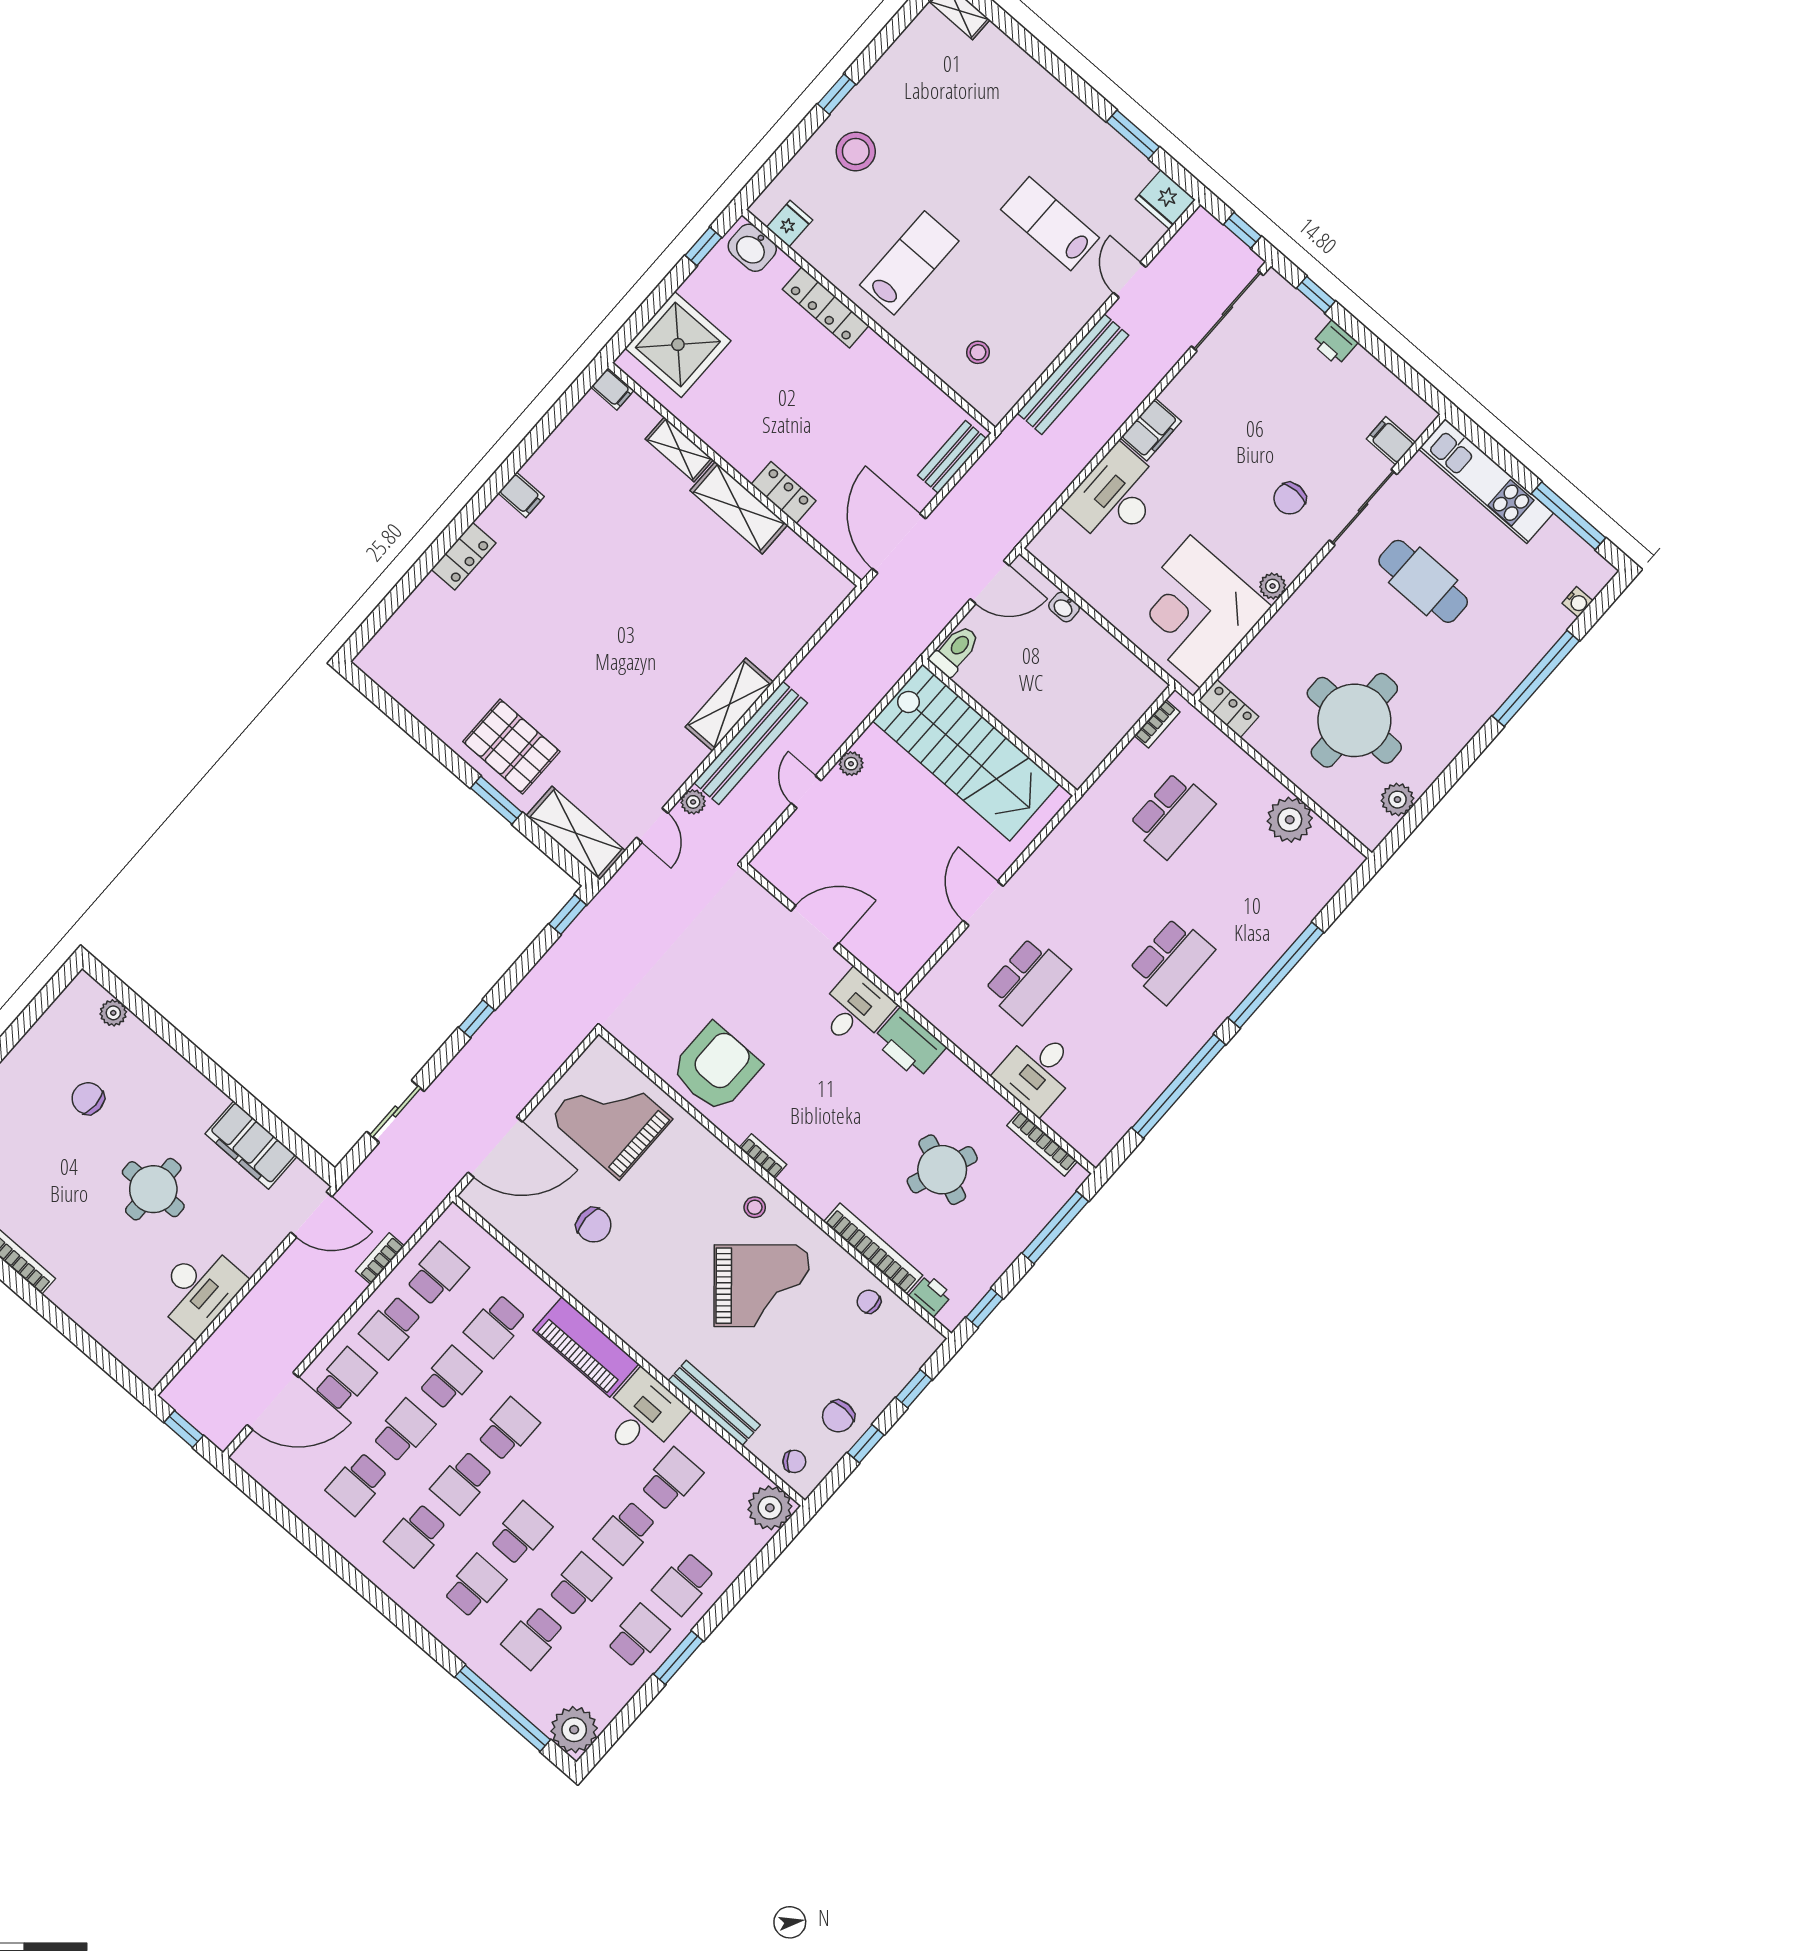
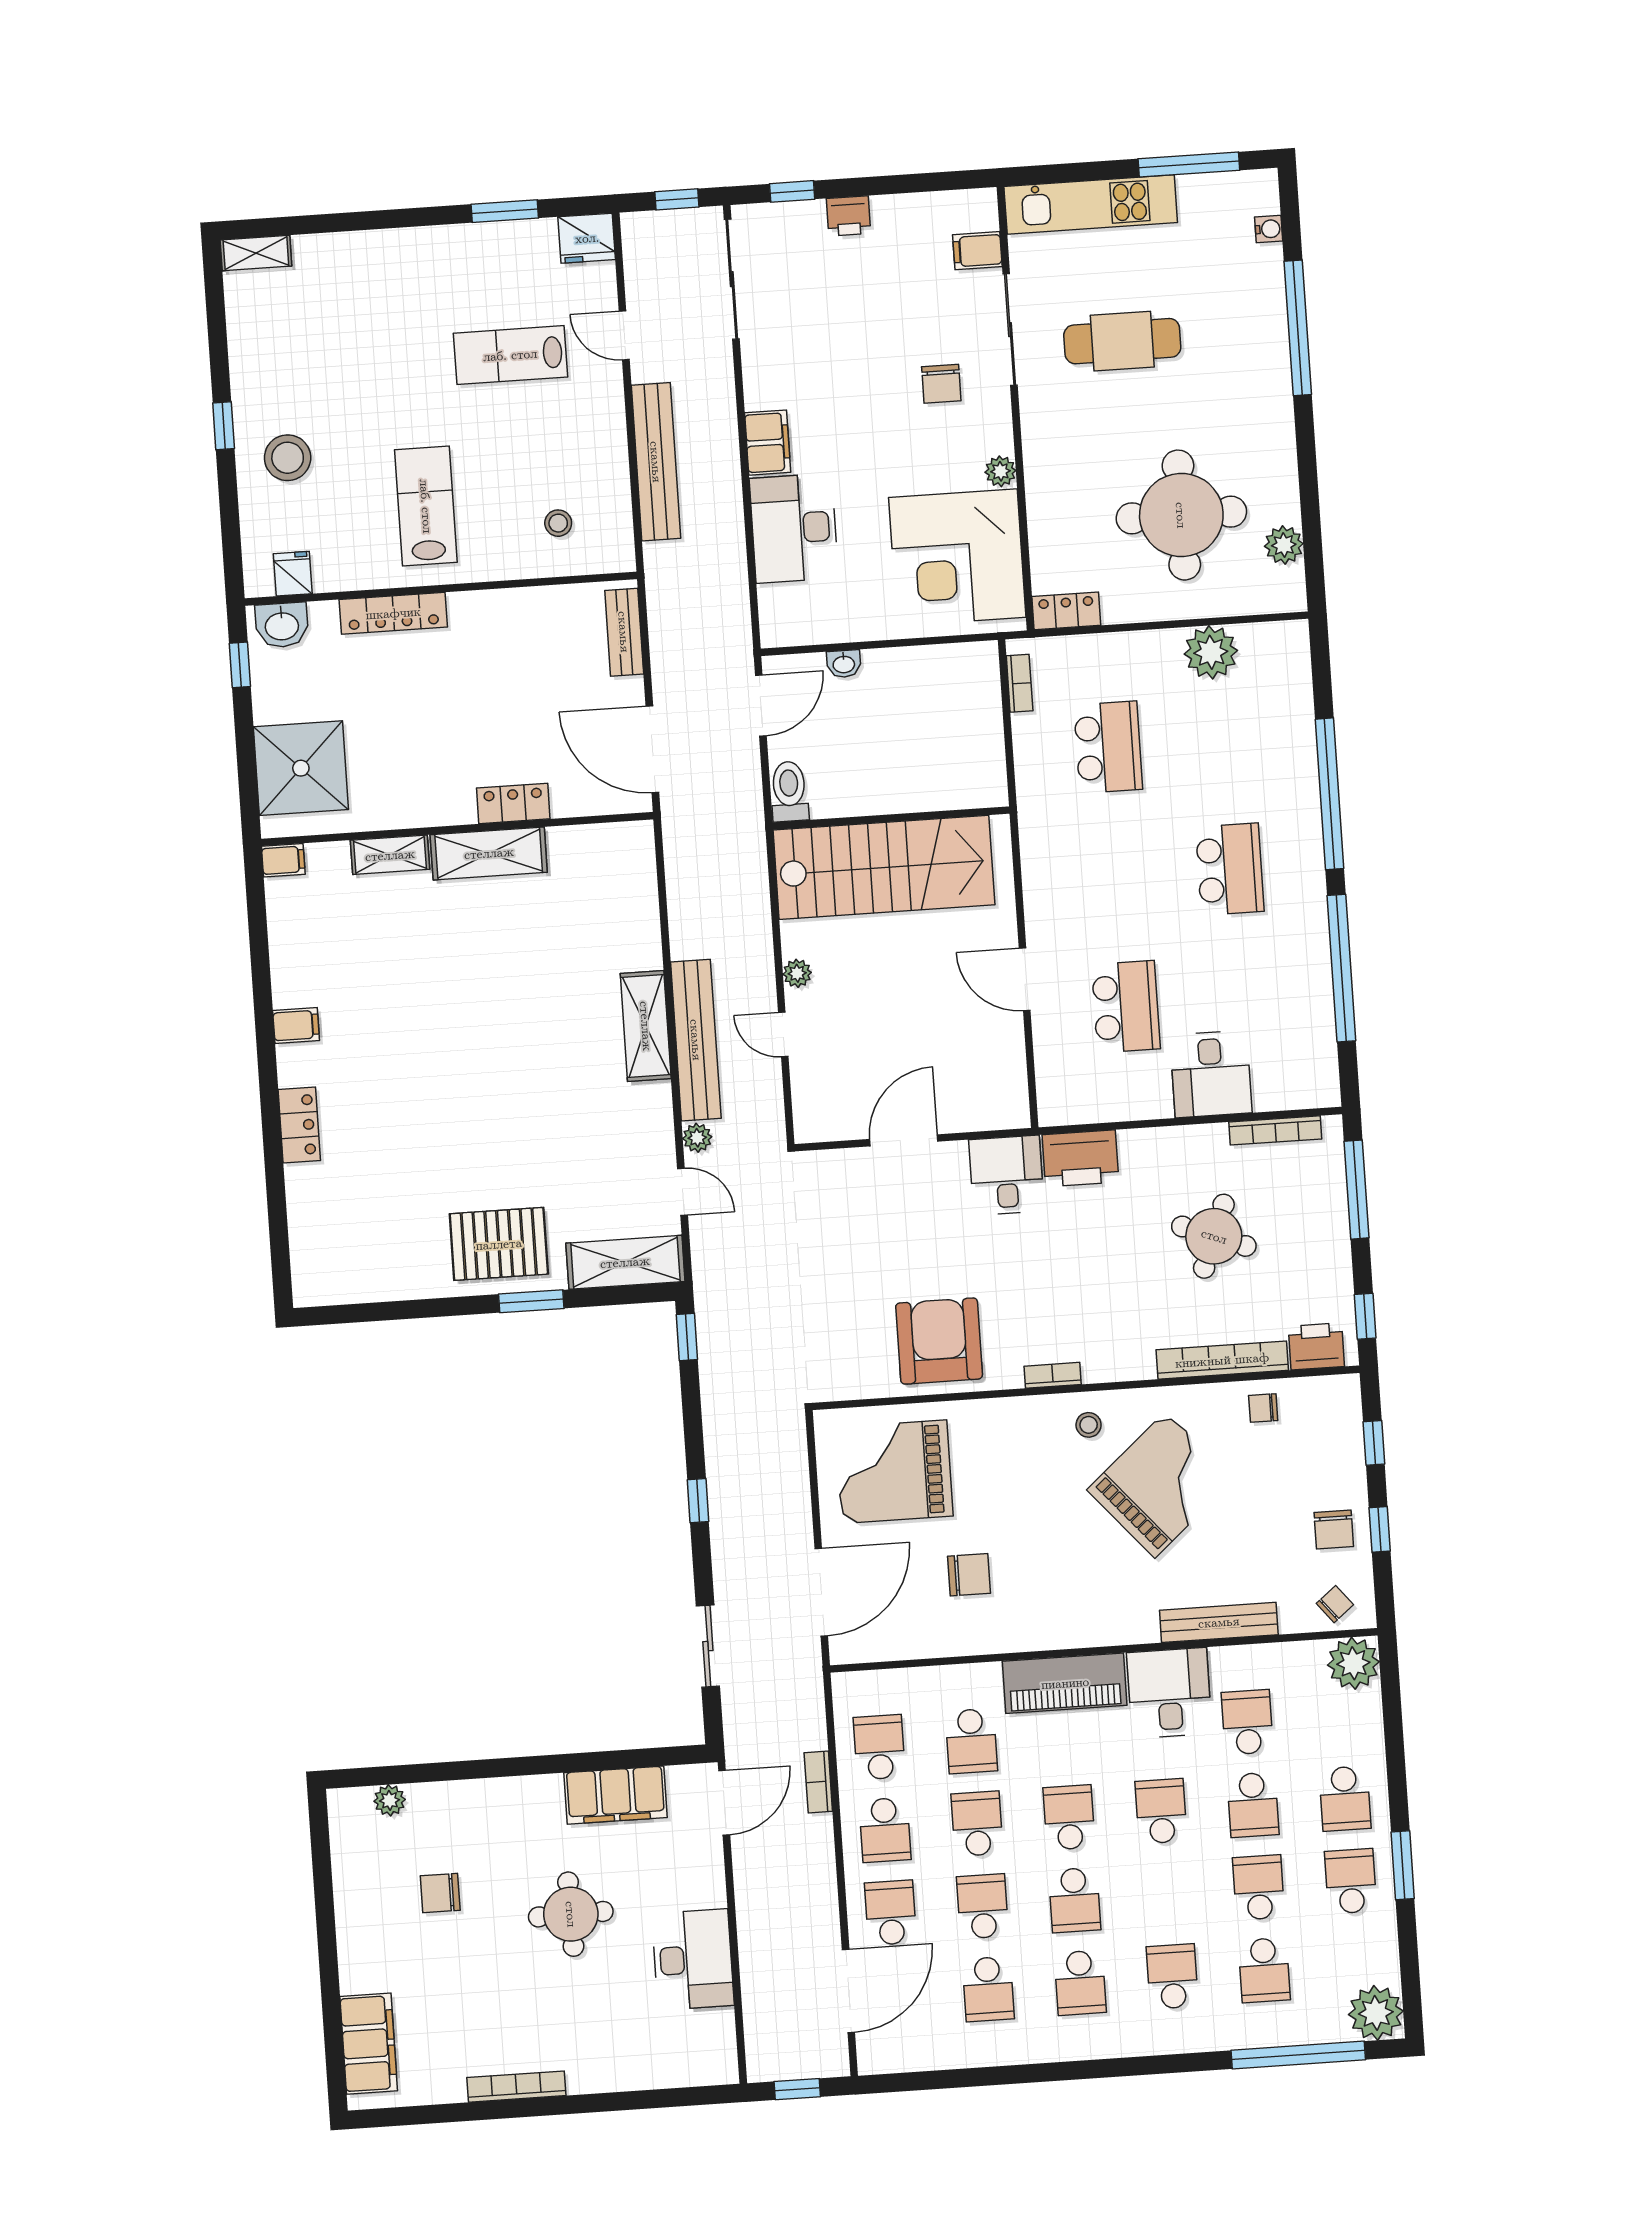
printer: (931, 1295) -> (1316, 1346), width x1.36, depth x1.24
school desk: (521, 1533) -> (1161, 1811), moved

